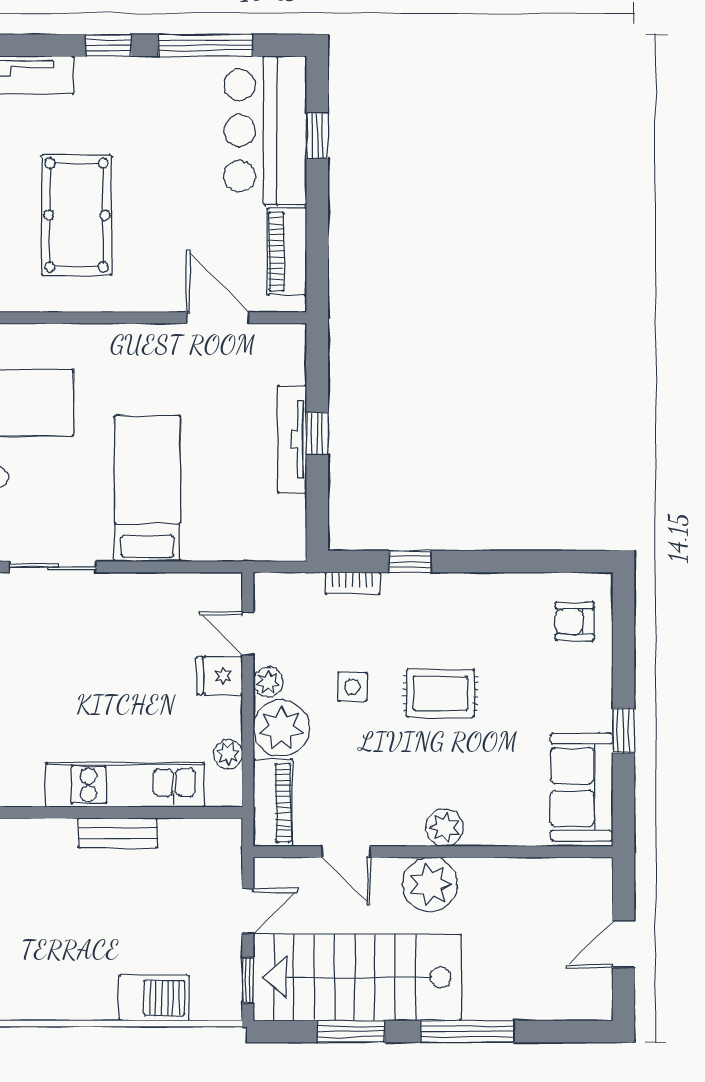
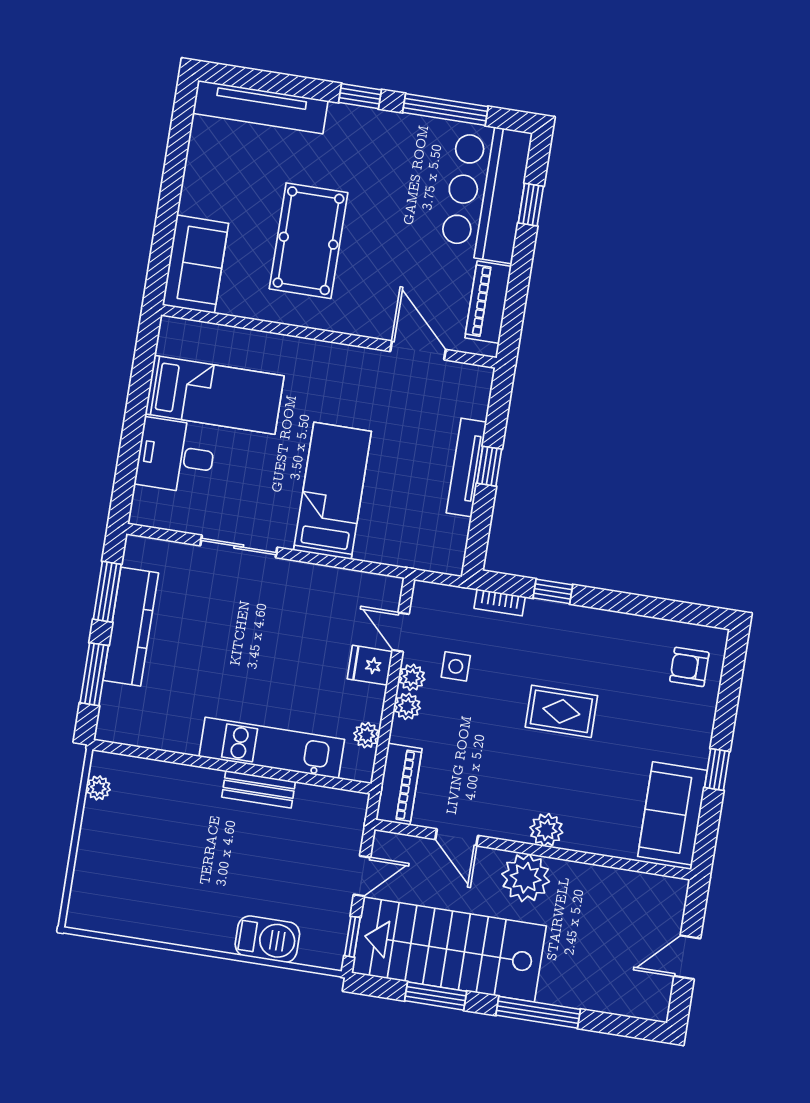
side table: (352, 687) -> (456, 666), moved
plant: (281, 728) -> (407, 706), width x0.53, depth x0.53

